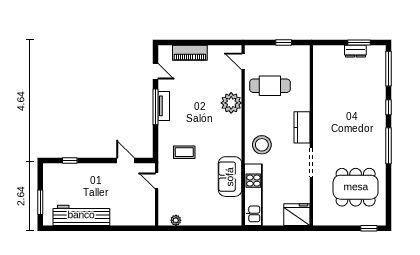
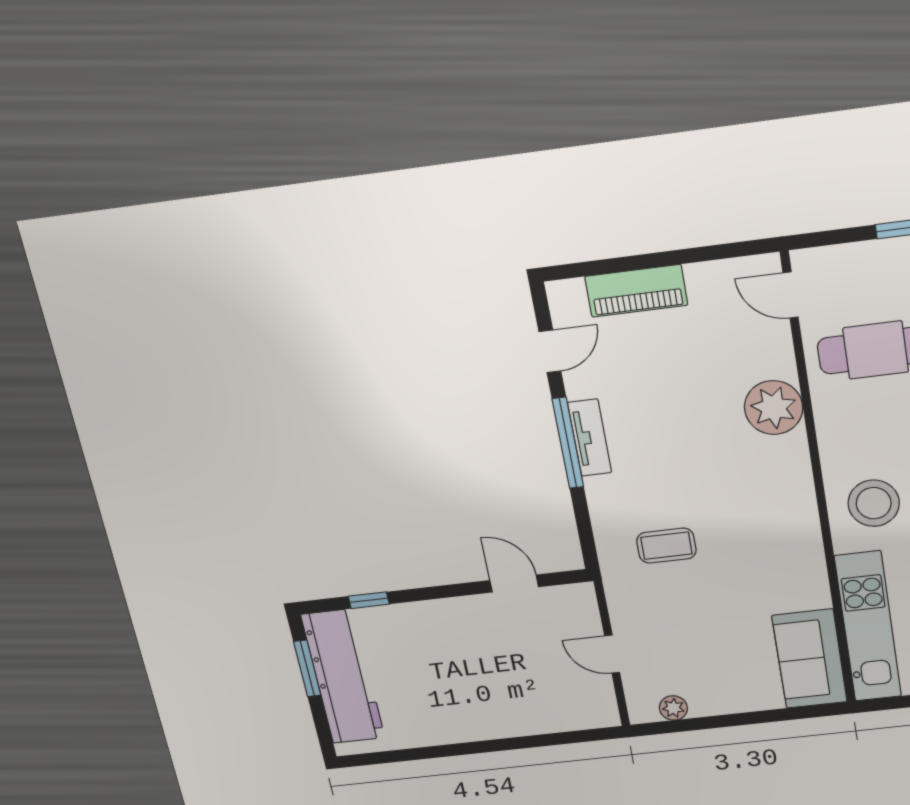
door: (156, 71) -> (550, 351), hinge flipped
sofa: (230, 177) -> (810, 659), moved
door: (157, 181) -> (612, 654), moved
window: (40, 202) -> (307, 668), moved
workbench: (81, 215) -> (343, 677), moved, turned 90

